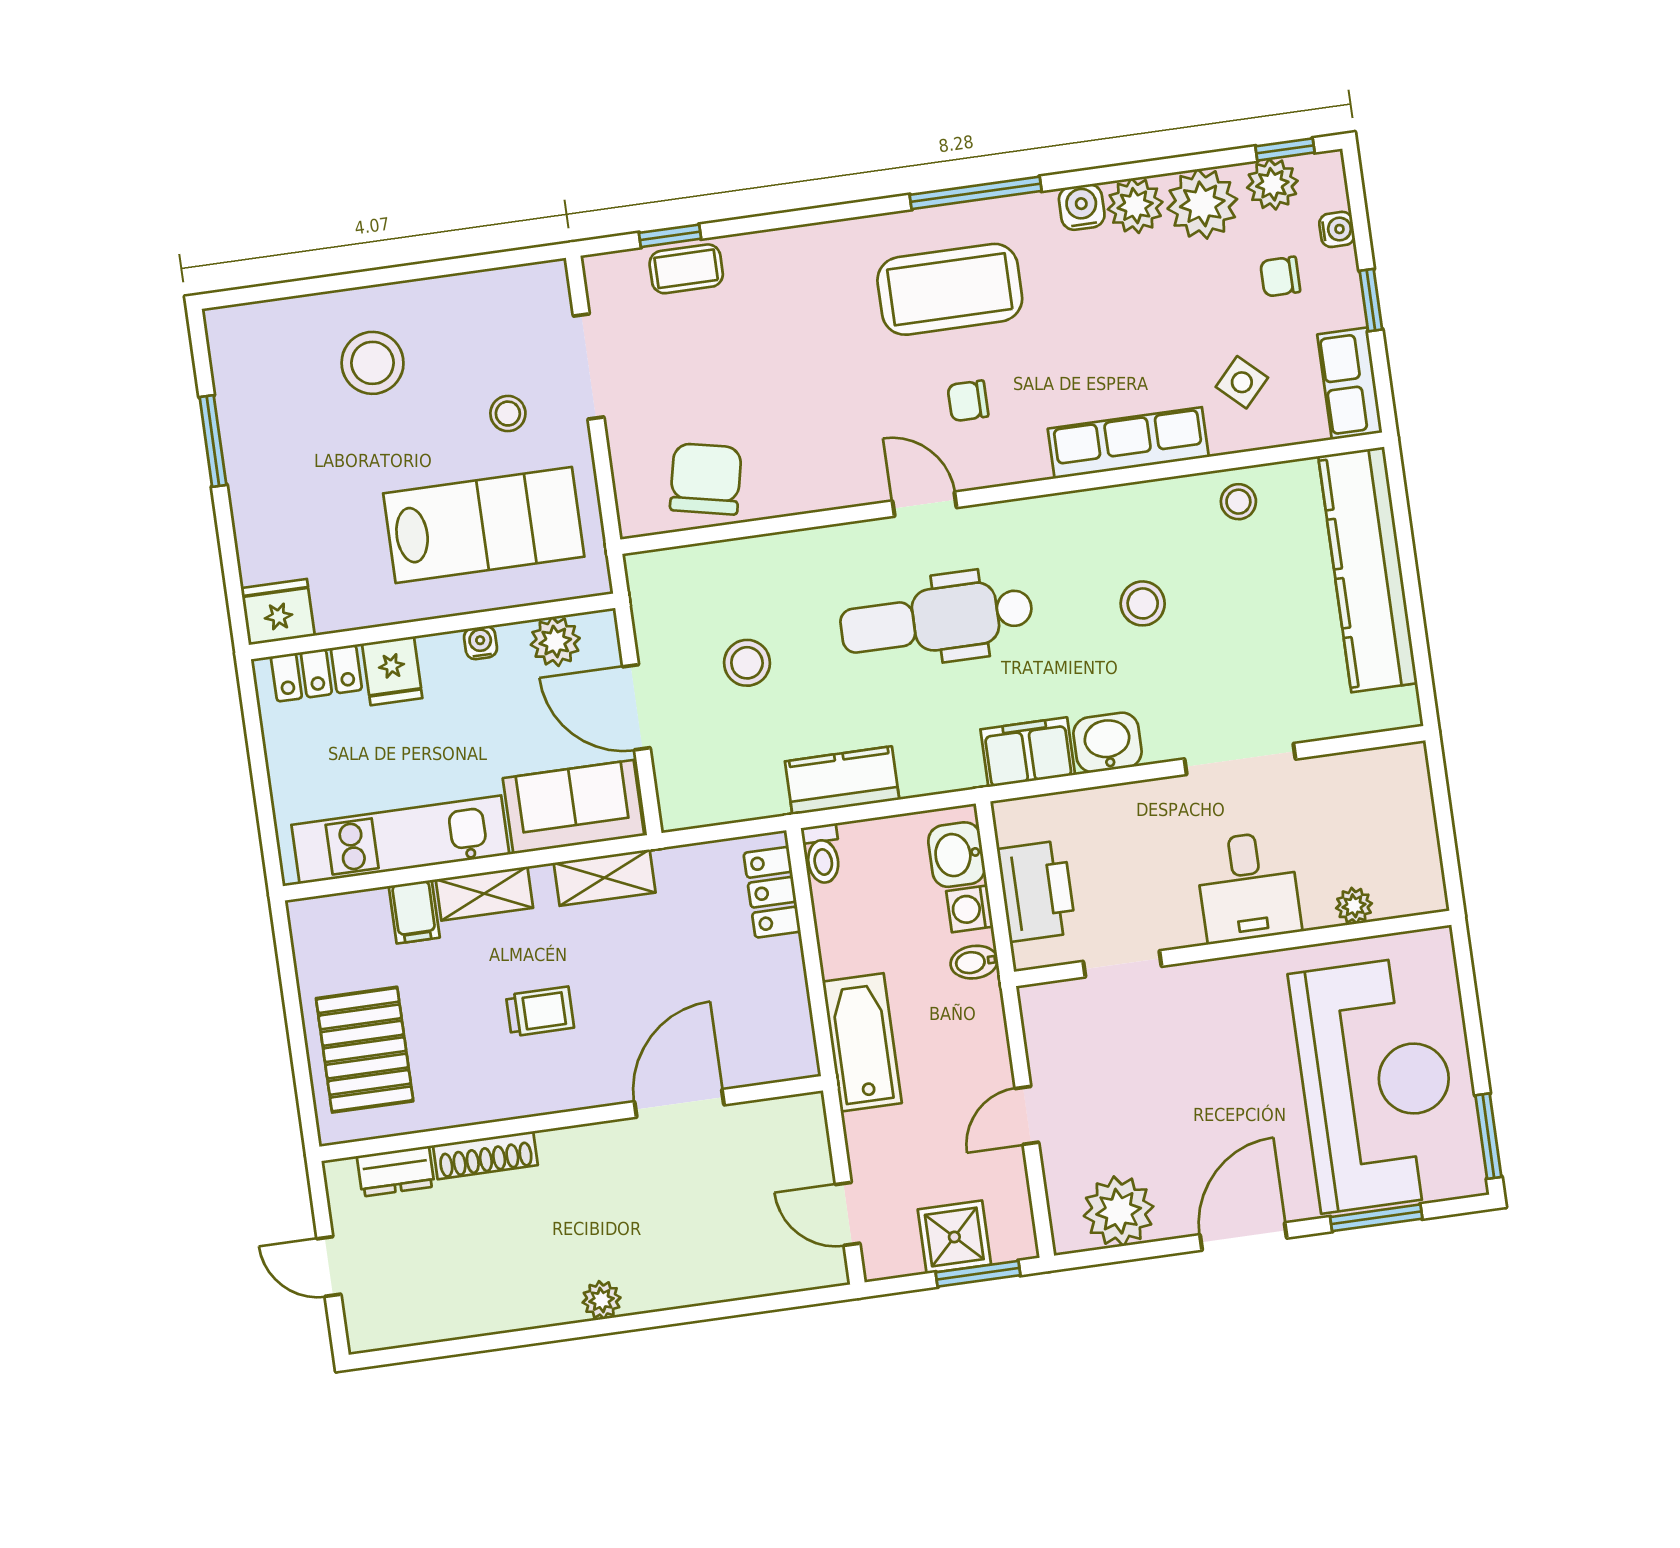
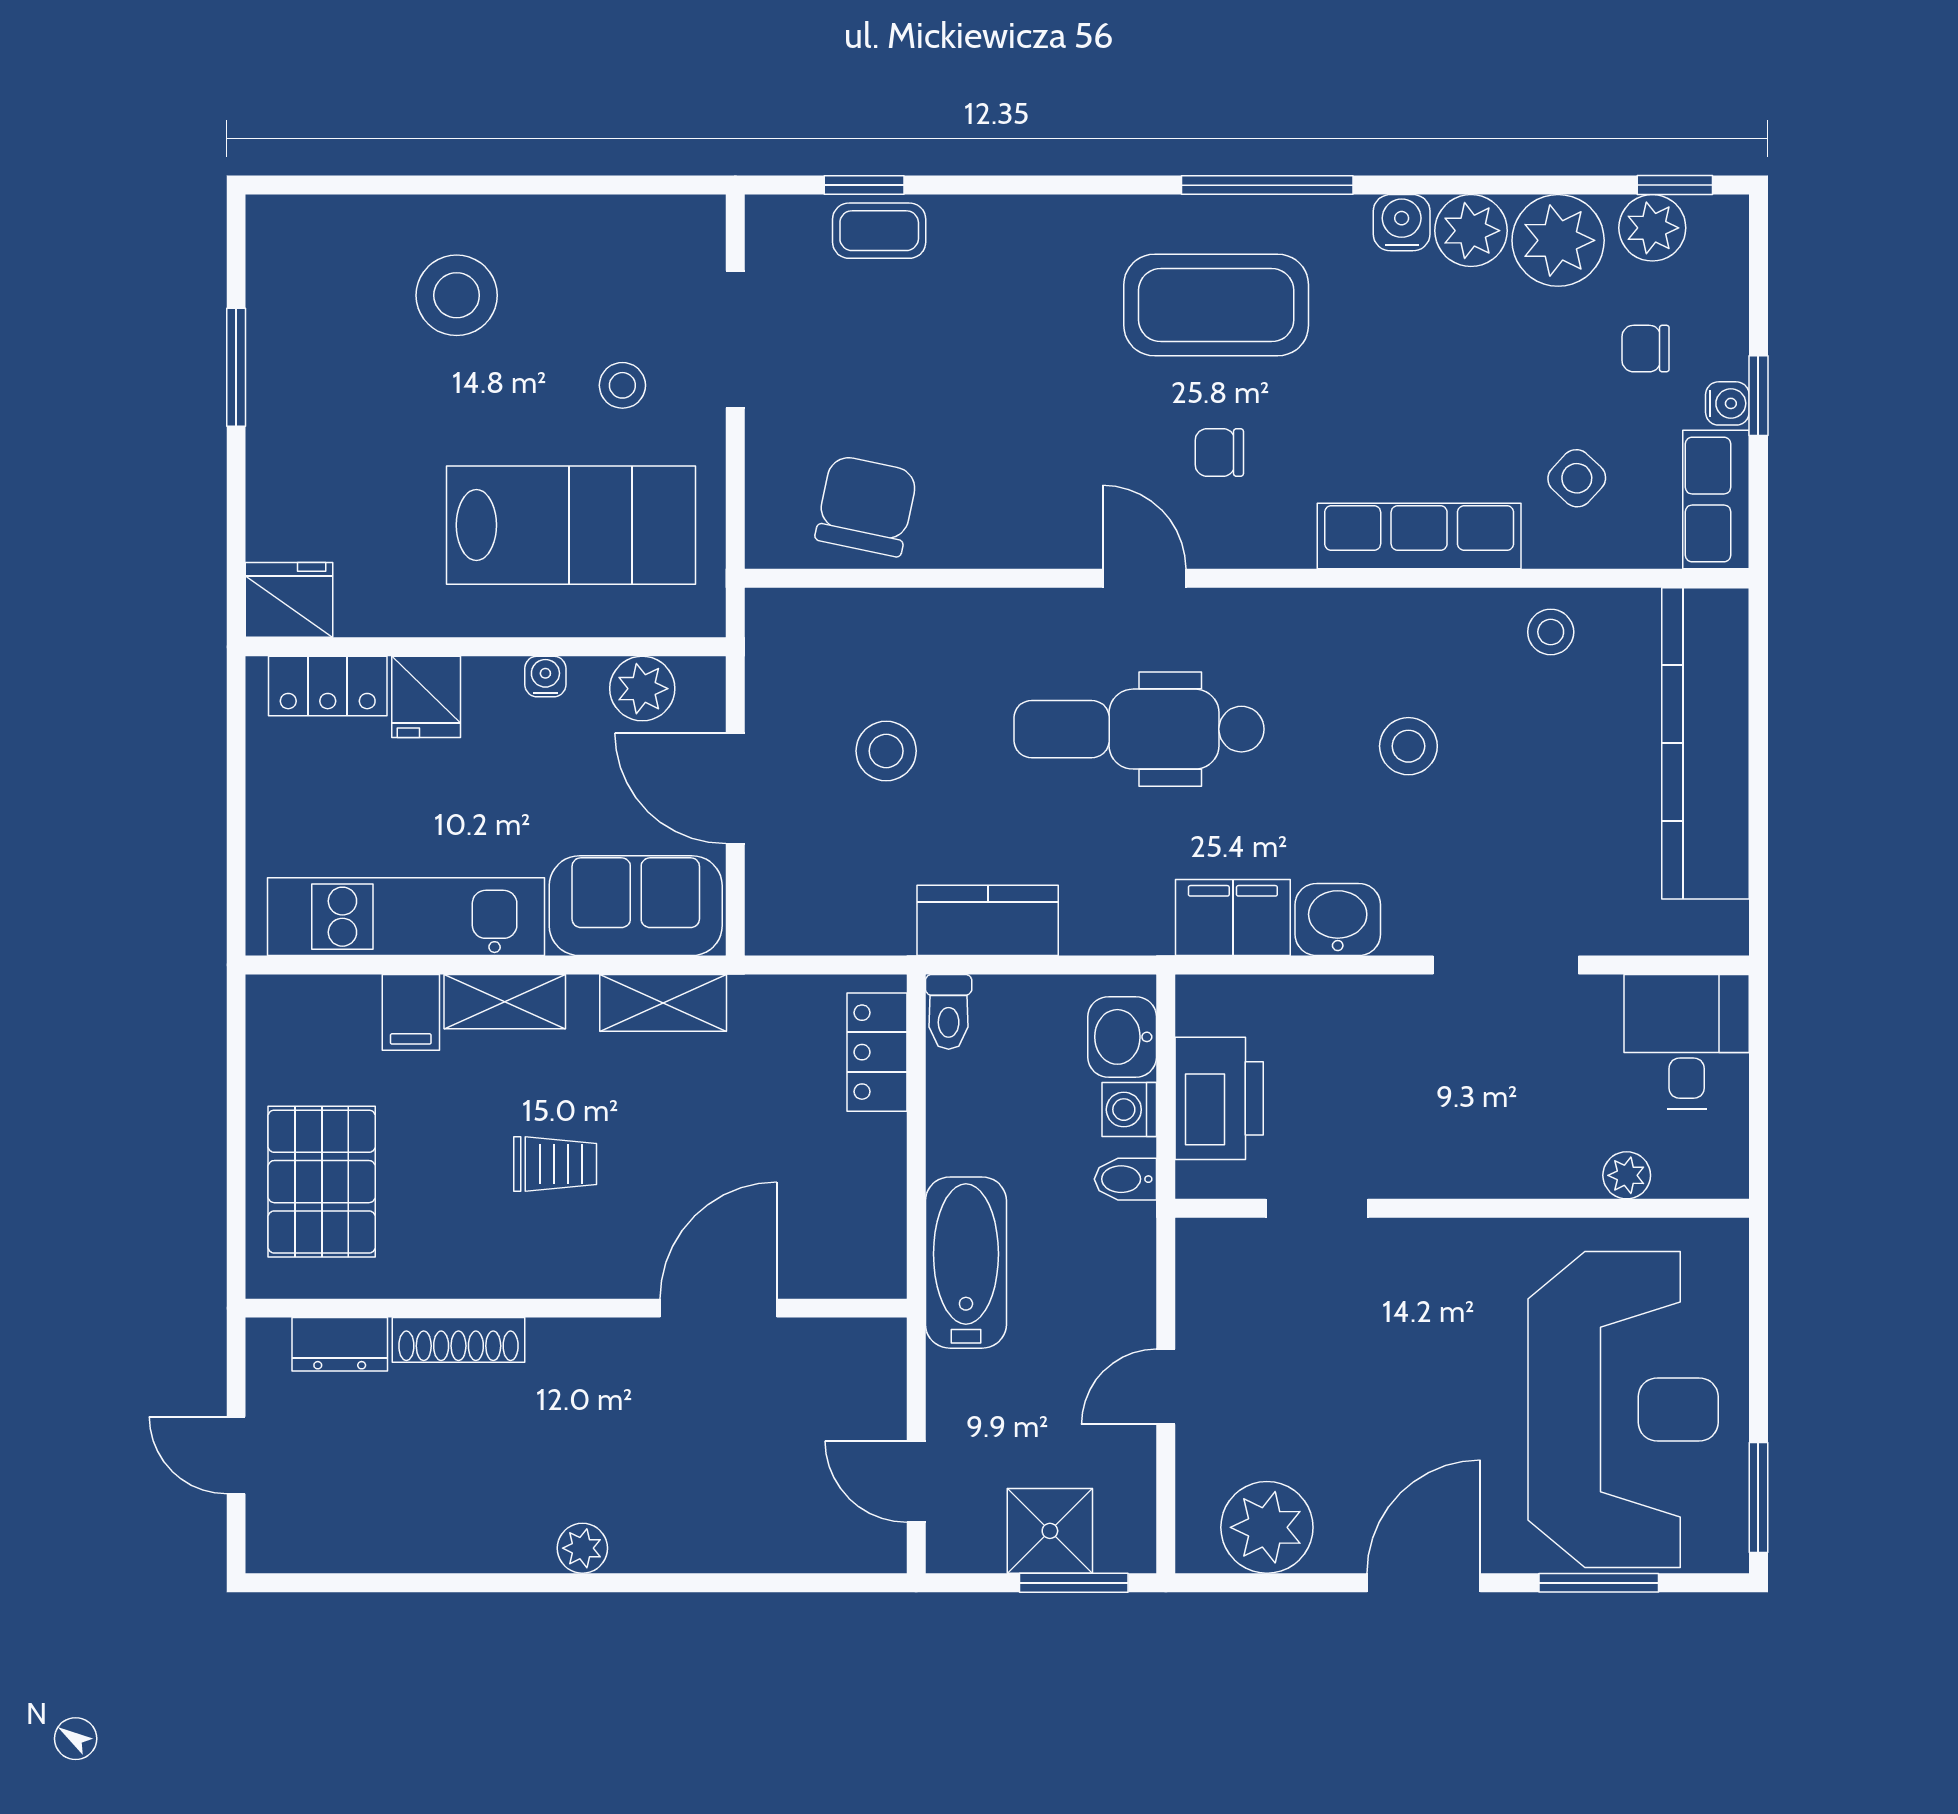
water cooler: (1337, 229) -> (1727, 403), moved
desk: (1248, 887) -> (1687, 1042), moved, turned 180

